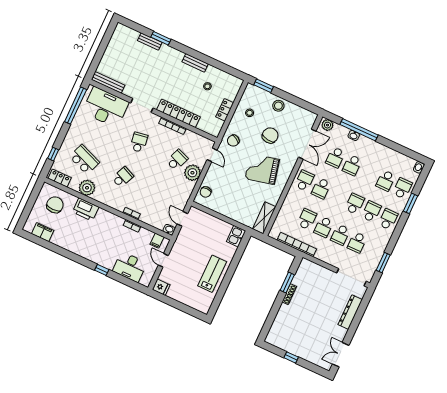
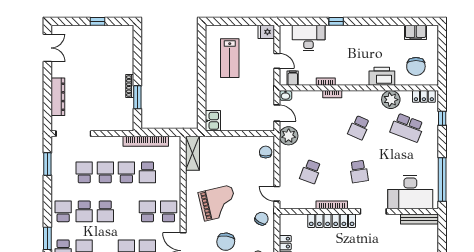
plant: (192, 173) -> (289, 136), moved
school desk: (304, 181) -> (169, 211), turned 180
school desk: (388, 219) -> (63, 211), turned 180
lab bench: (212, 274) -> (230, 58), moved

